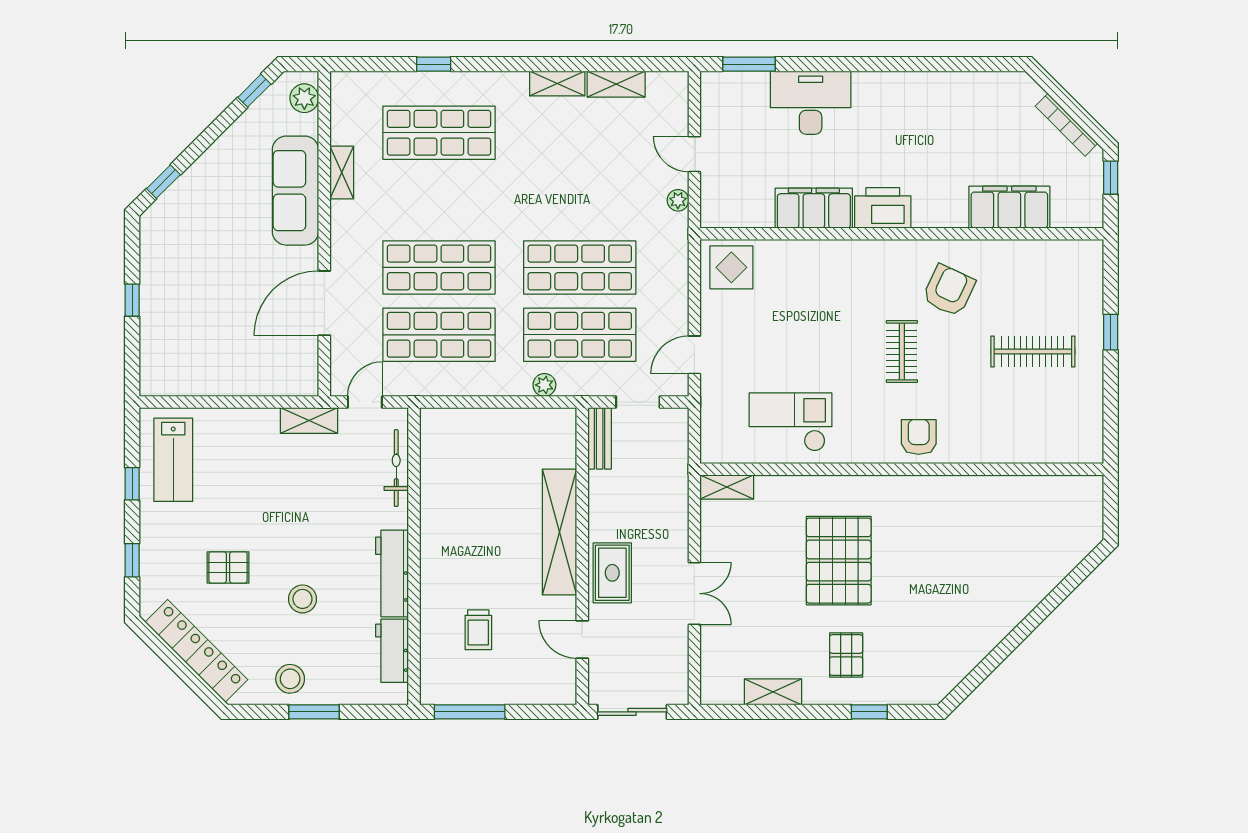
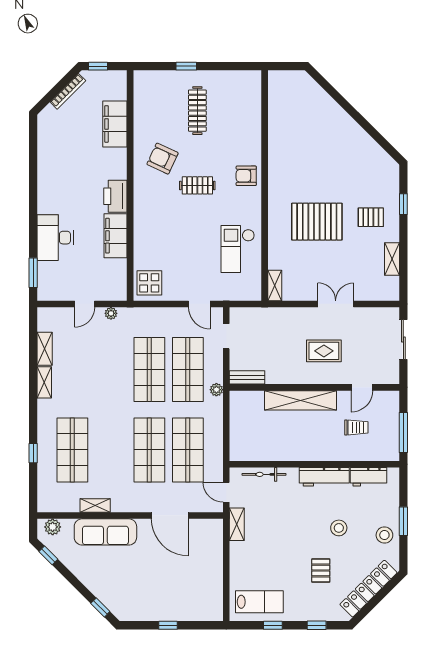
bench: (600, 438) -> (247, 377), moved
shelving: (559, 532) -> (301, 400), moved
wall: (582, 556) -> (314, 387), moved
door: (582, 639) -> (362, 387), moved

